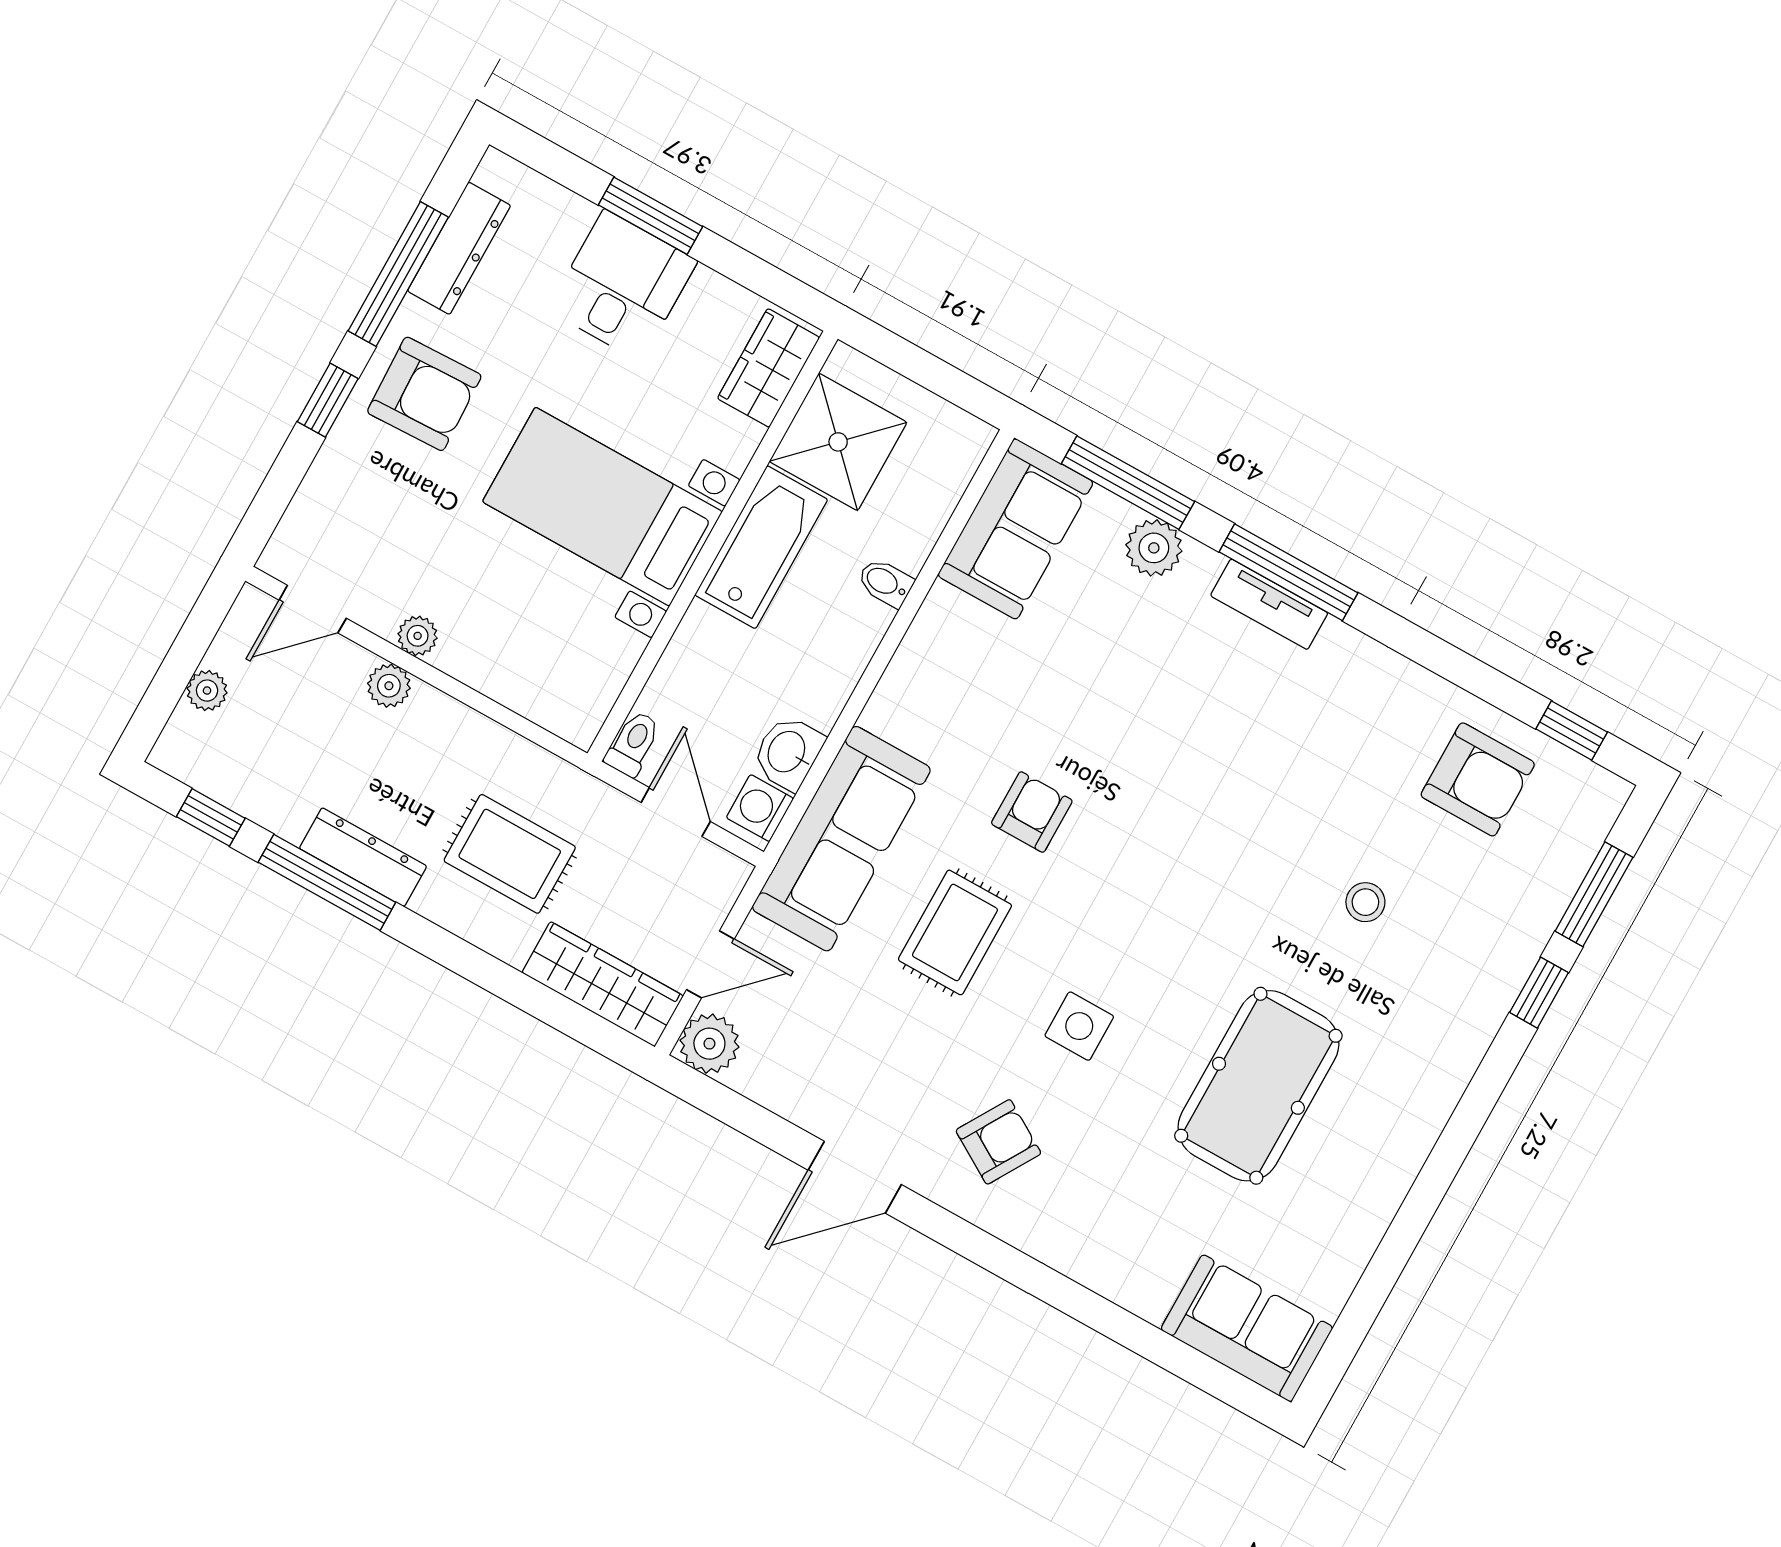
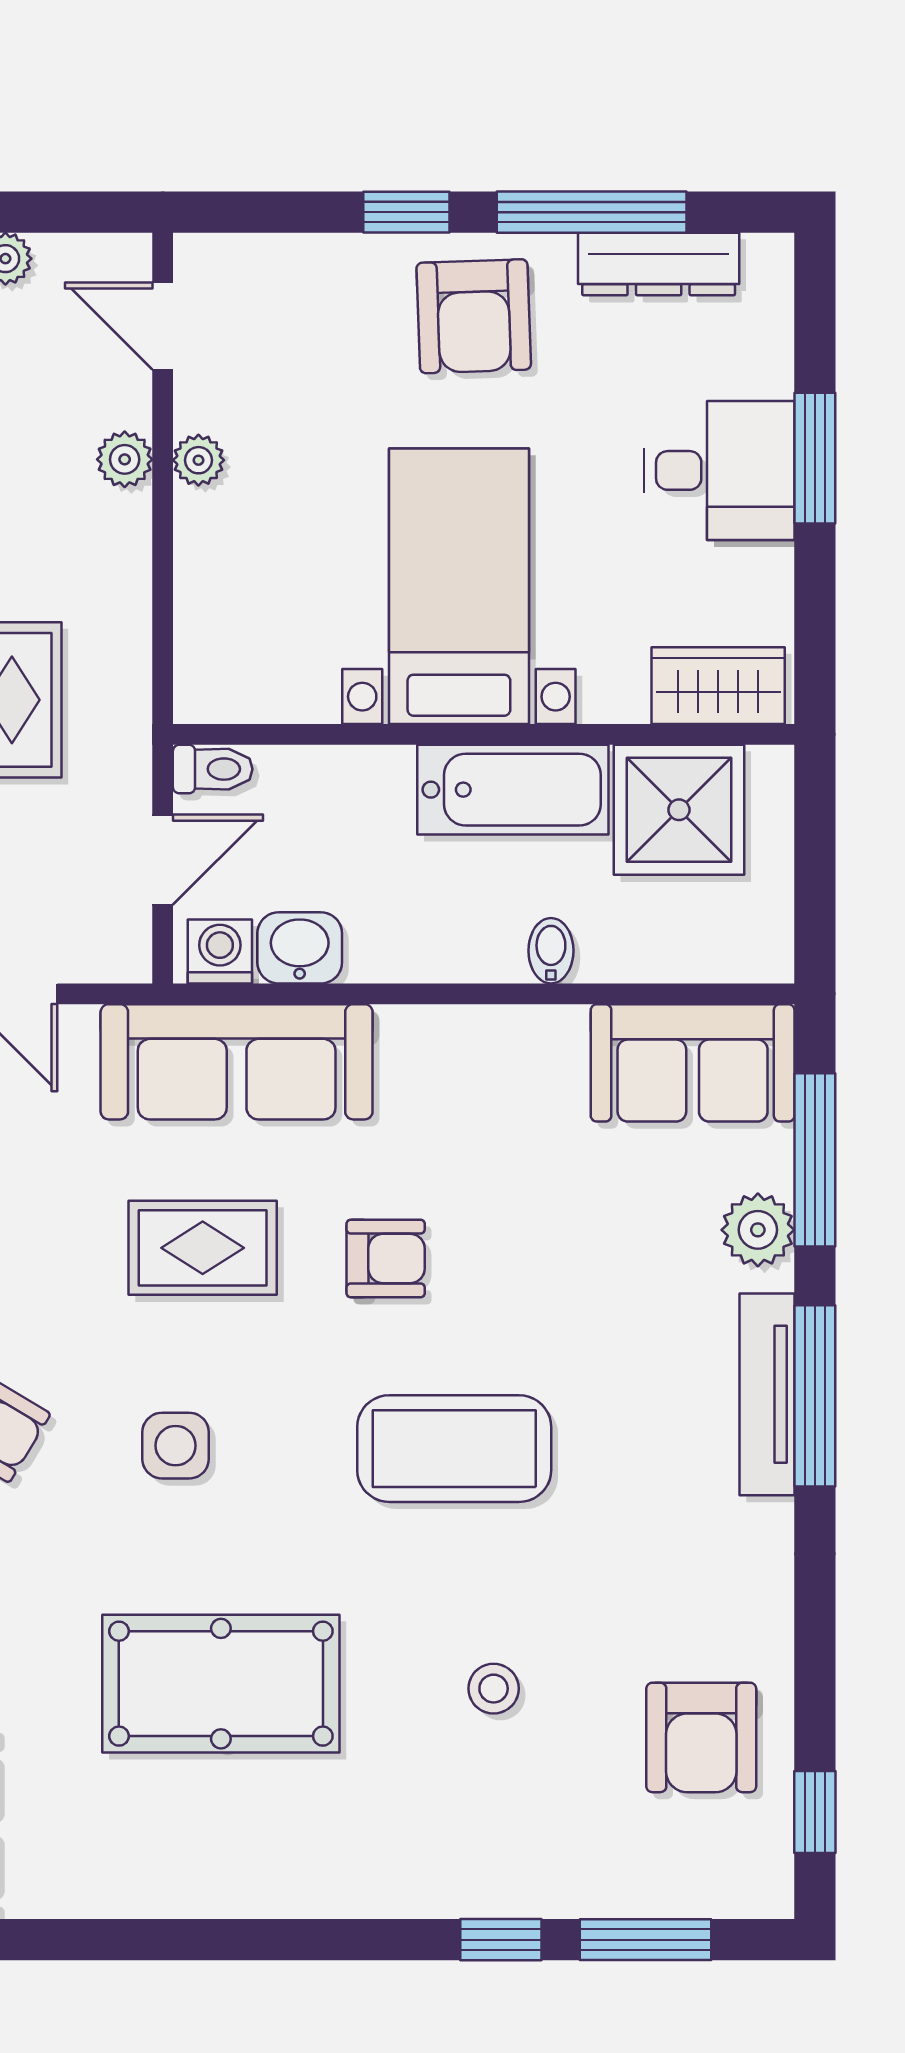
tv unit: (1269, 604) -> (767, 1394), width x1.41
coffee table: (1187, 838) -> (454, 1449), added

